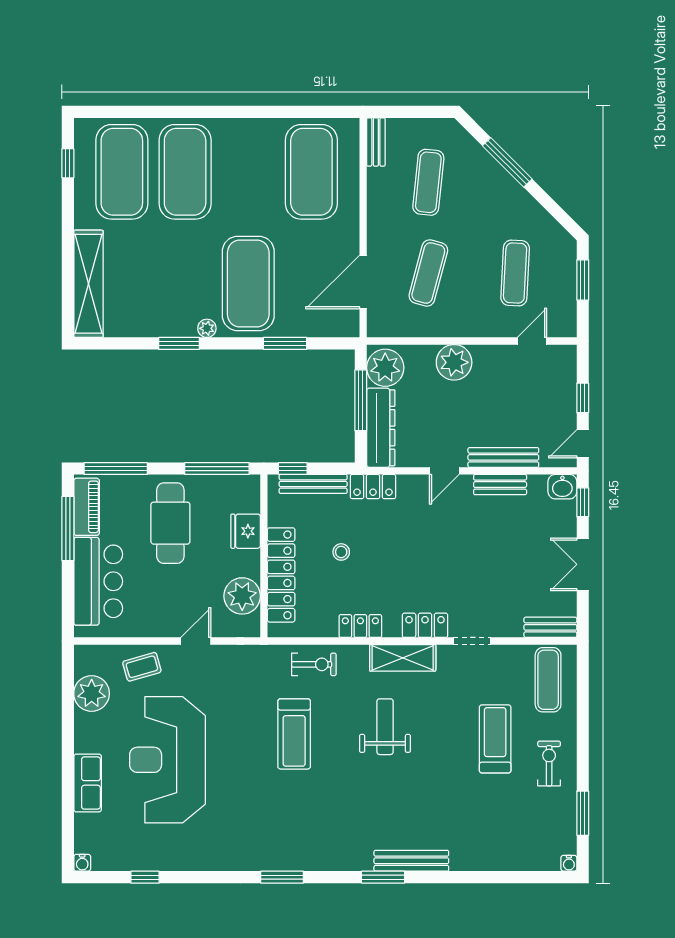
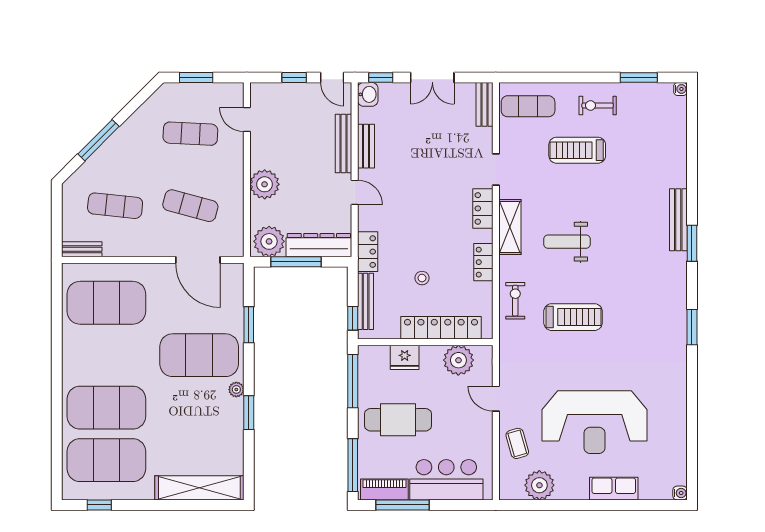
window: (145, 877) -> (692, 441), removed

